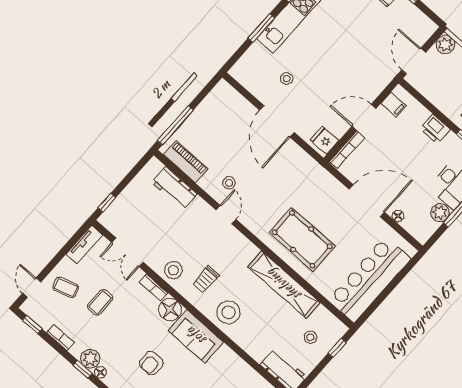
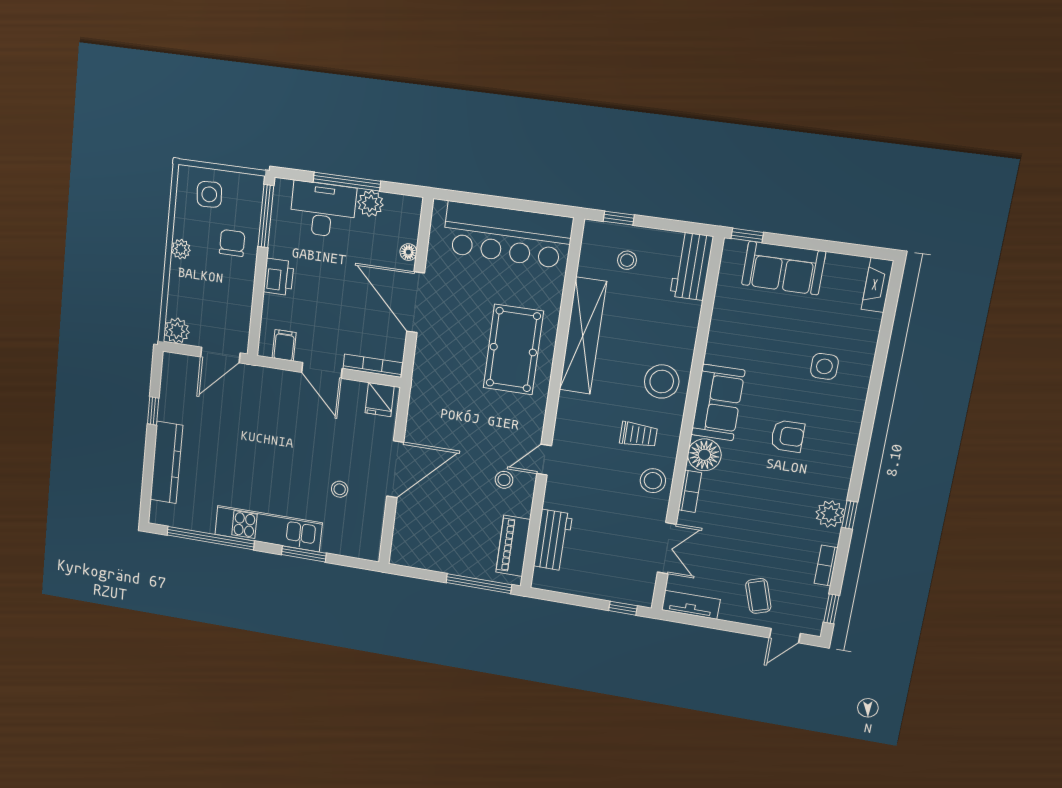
coffee table: (100, 302) -> (750, 544), removed
floor lamp: (100, 372) -> (840, 491), removed

